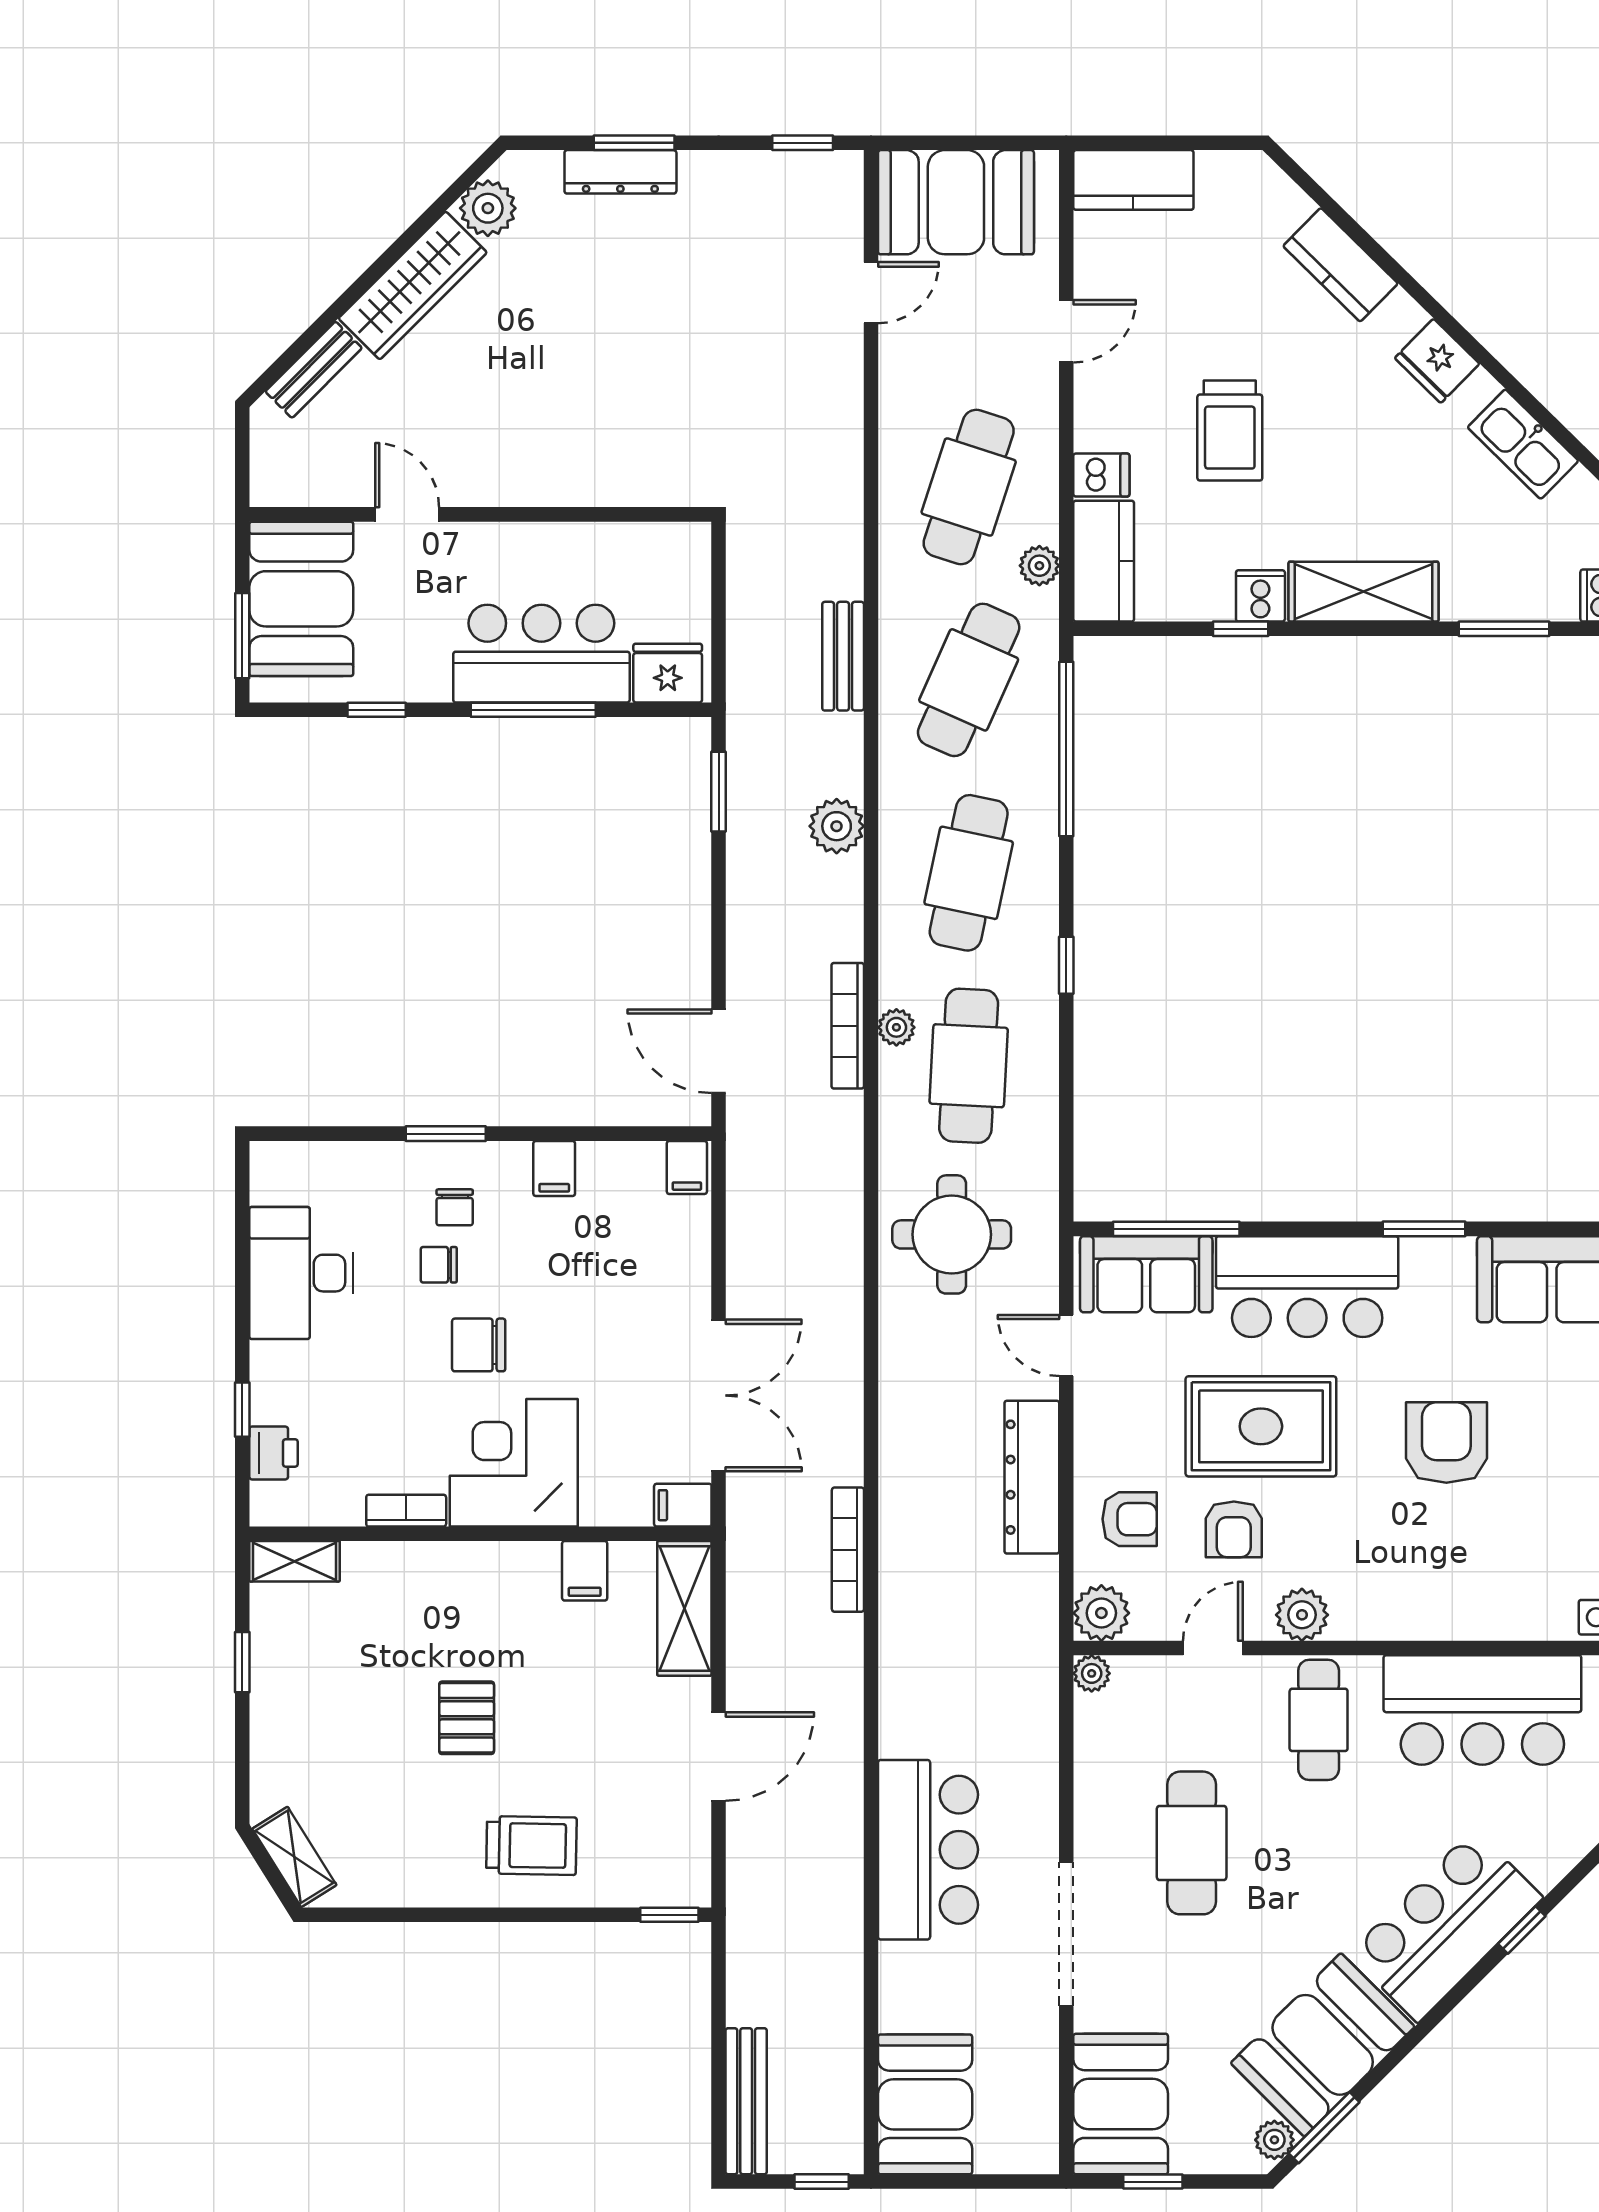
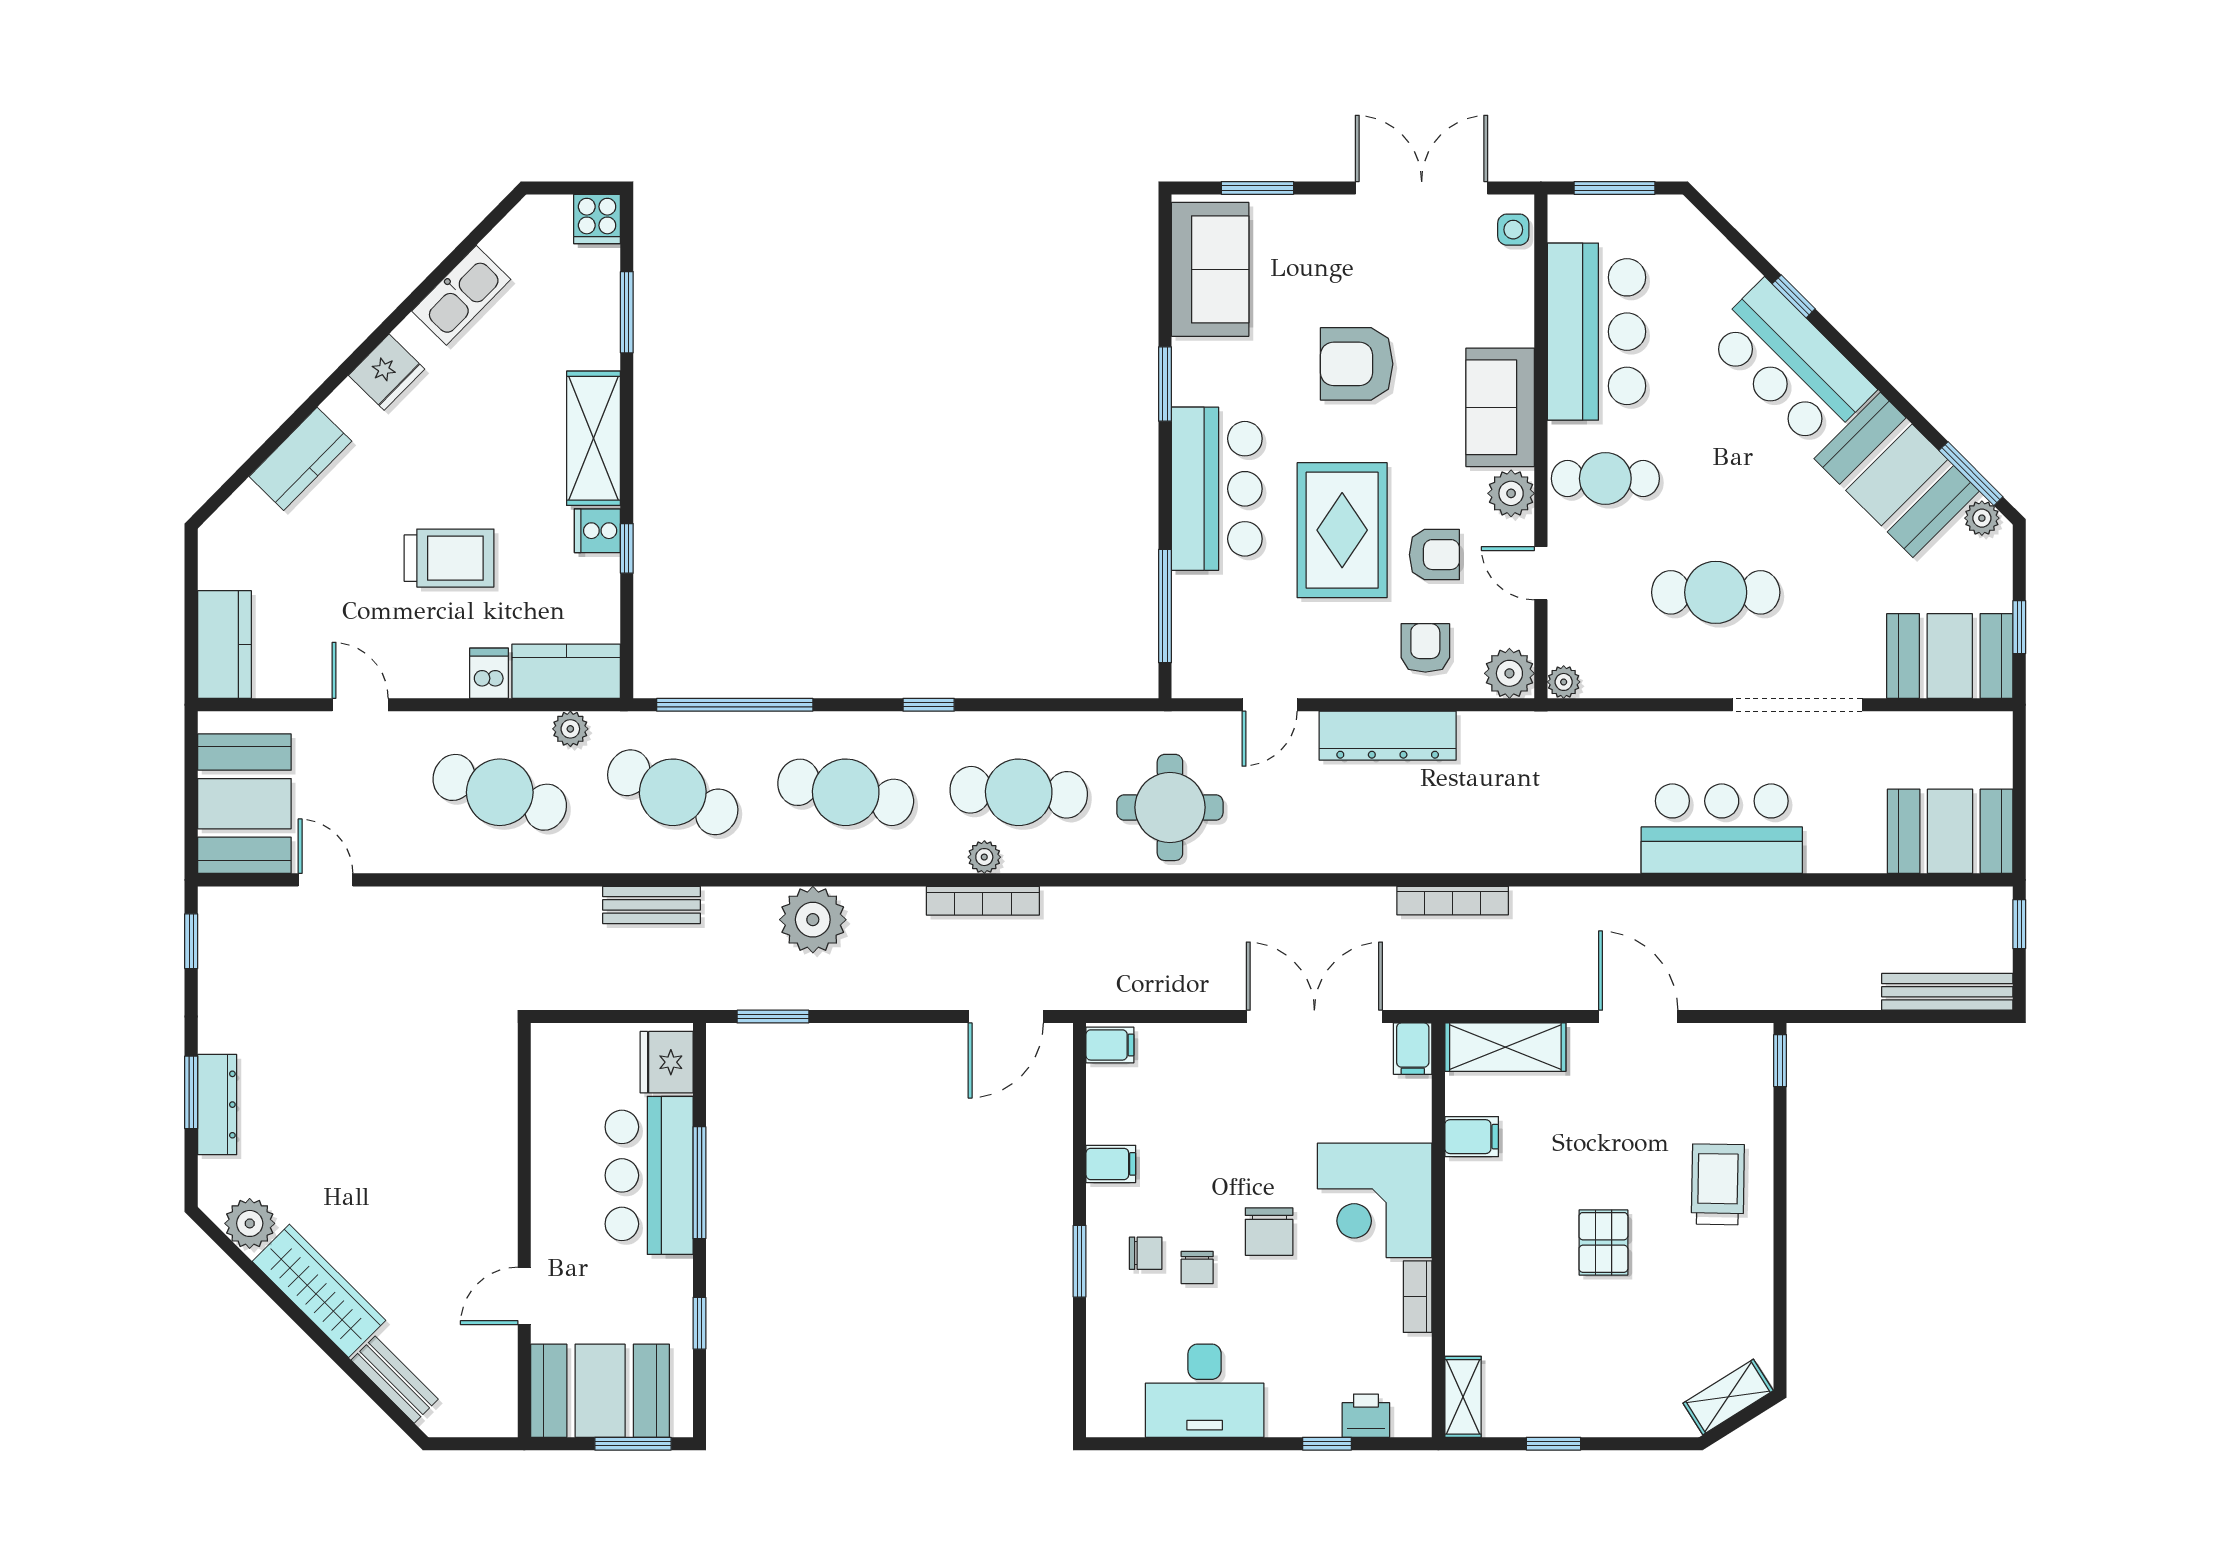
plant: (837, 826) -> (813, 920), width x1.36, depth x1.36
sofa: (1146, 1274) -> (1500, 407), moved, turned 180
pallet: (467, 1718) -> (1603, 1242), turned 90

